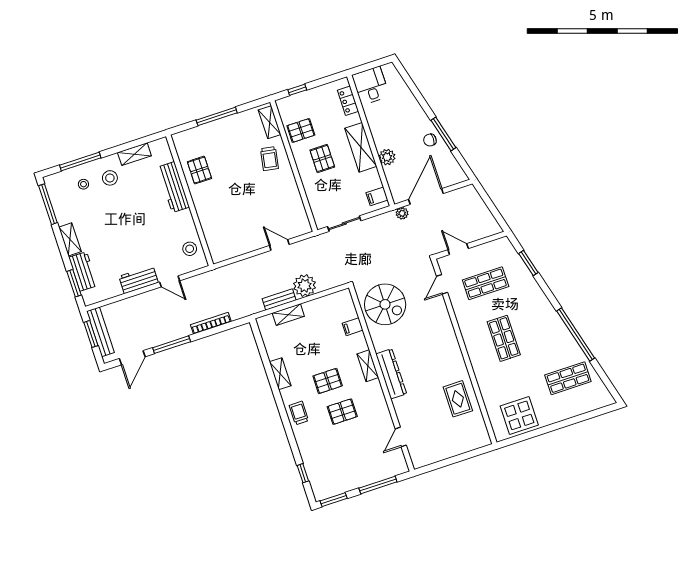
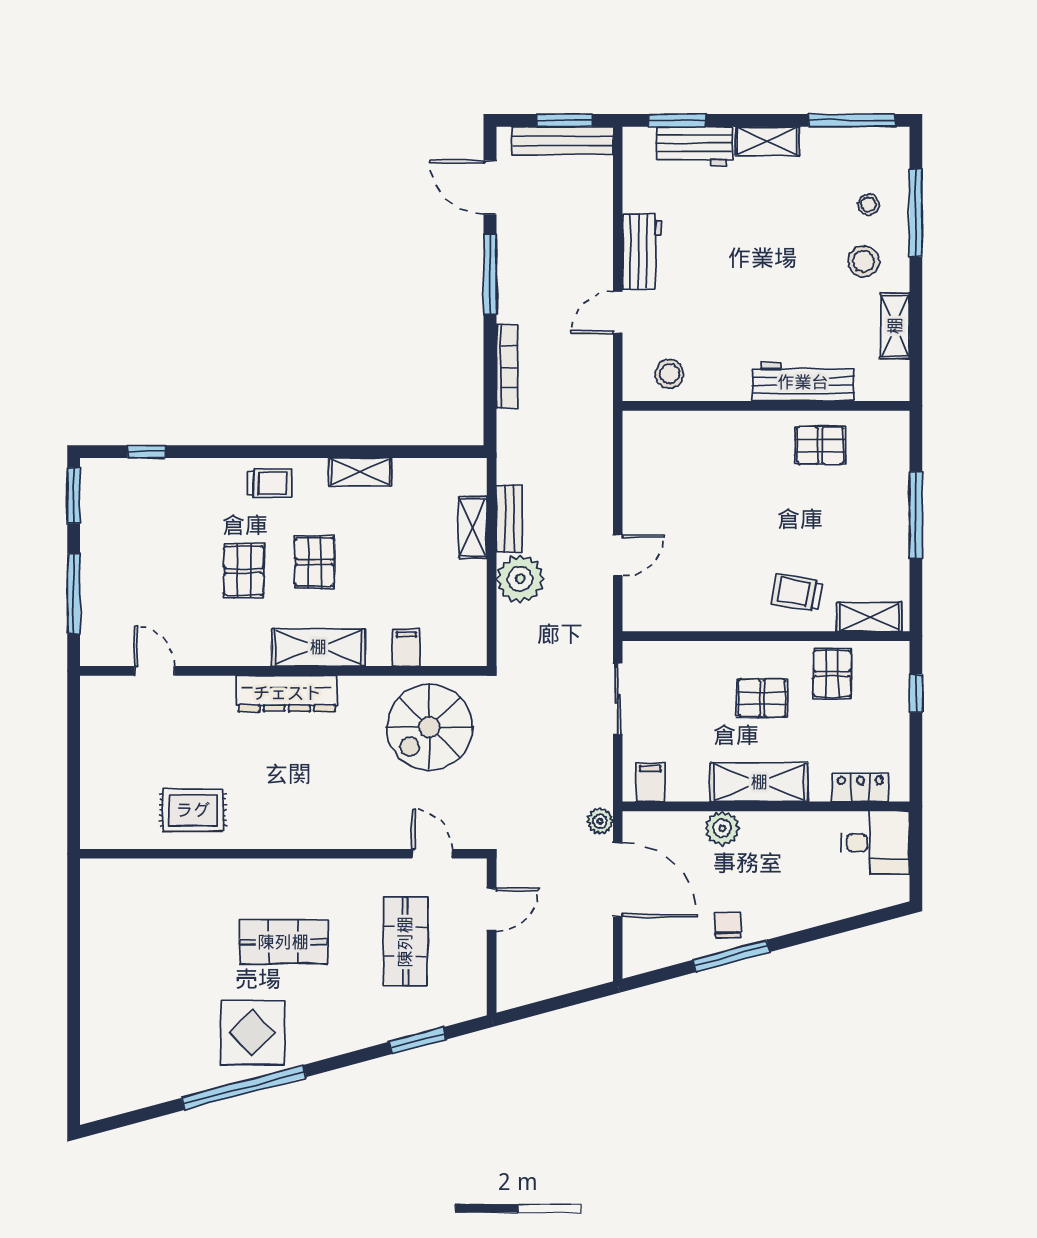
shelving: (368, 366) -> (318, 647), width x1.50, depth x1.33
shop shelf: (568, 378) -> (161, 1043), removed
display table: (519, 415) -> (253, 1033), moved

